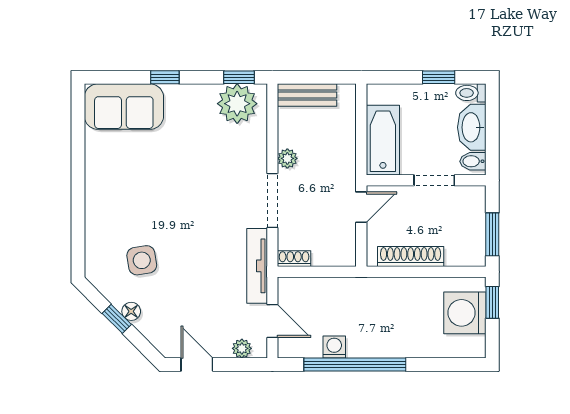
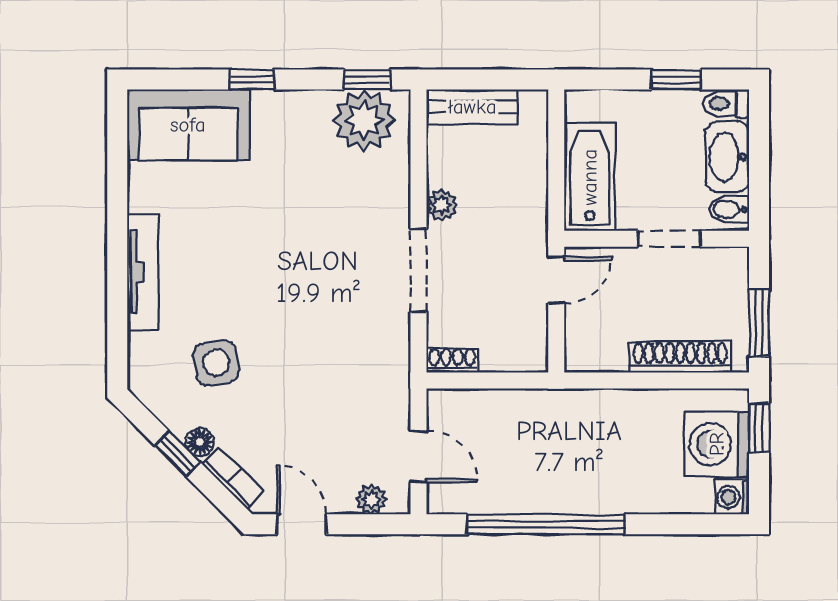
shoe rack: (411, 256) -> (680, 357), moved
tv unit: (257, 266) -> (143, 272), moved, turned 180
bookcase: (153, 334) -> (233, 478), added
washing machine: (334, 347) -> (732, 497), moved, turned -90

